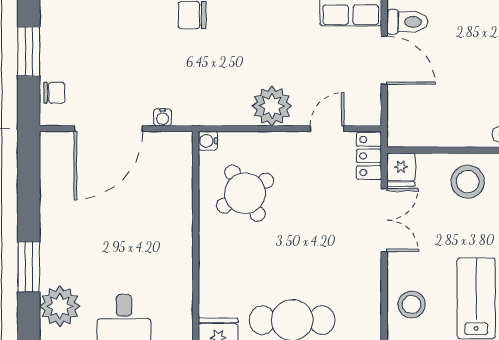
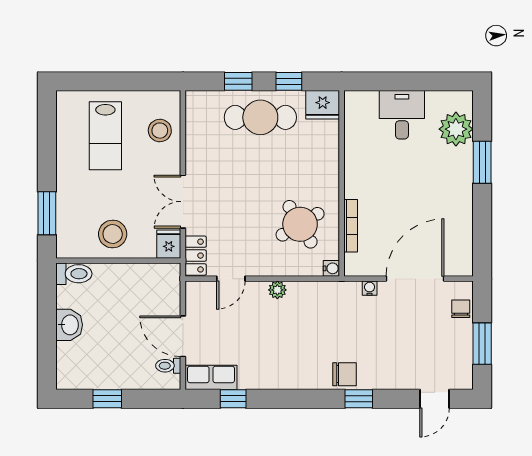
toilet: (407, 22) -> (168, 366), width x0.73, depth x0.72
chair: (54, 93) -> (461, 309), turned 90
plant: (272, 106) -> (277, 290), width x0.53, depth x0.53
bookcase: (185, 191) -> (351, 226), added

